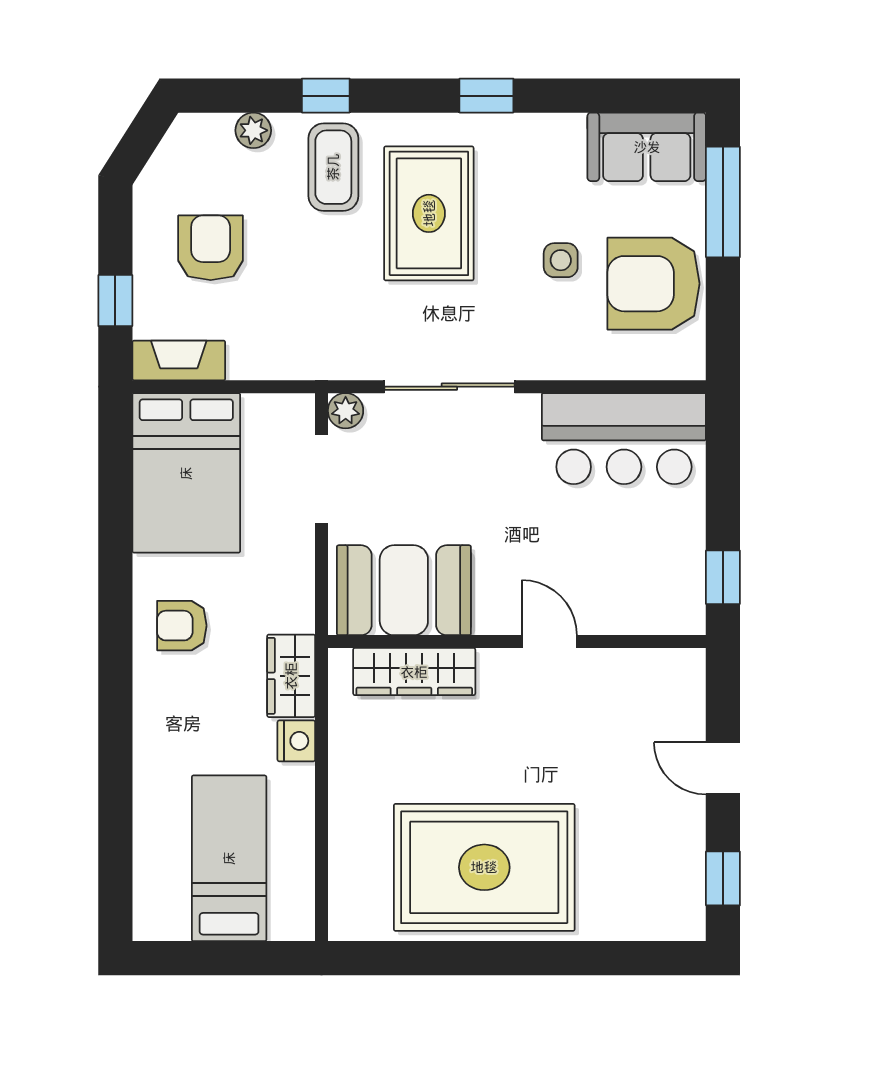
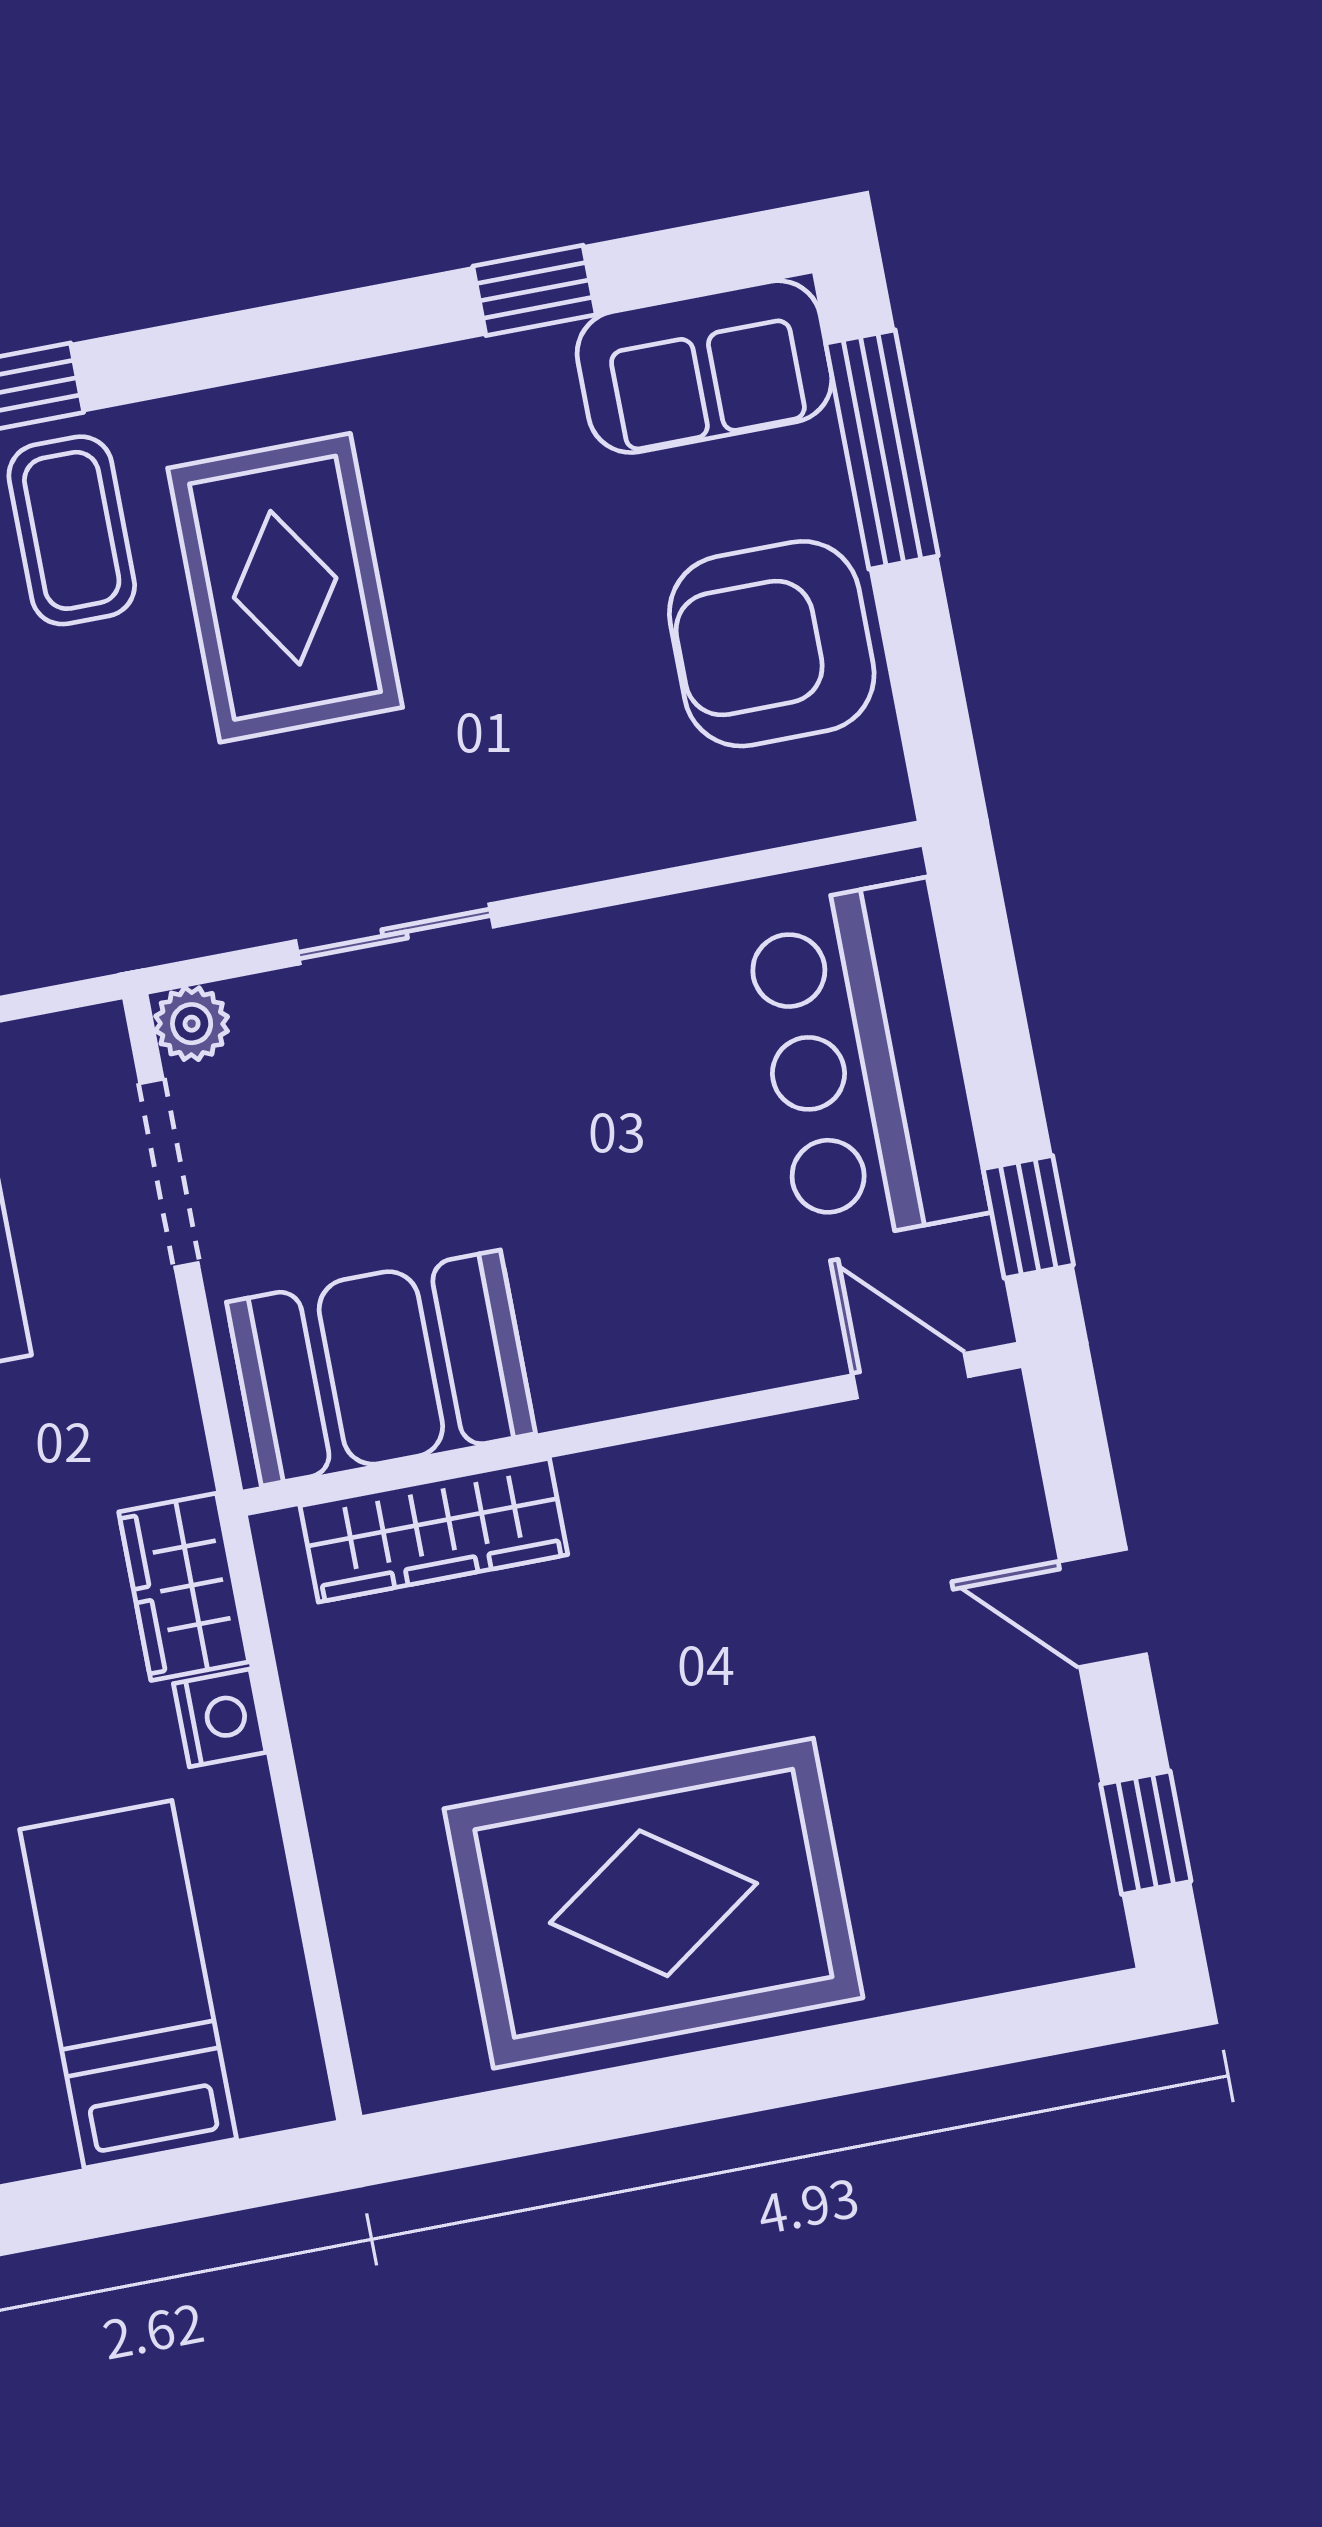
window: (486, 96) -> (535, 290), moved
side table: (561, 260) -> (573, 632), removed
sliding door: (449, 387) -> (395, 934), width x0.73
bar counter: (624, 439) -> (866, 1062), moved, turned 90
door: (549, 642) -> (911, 1376), moved

